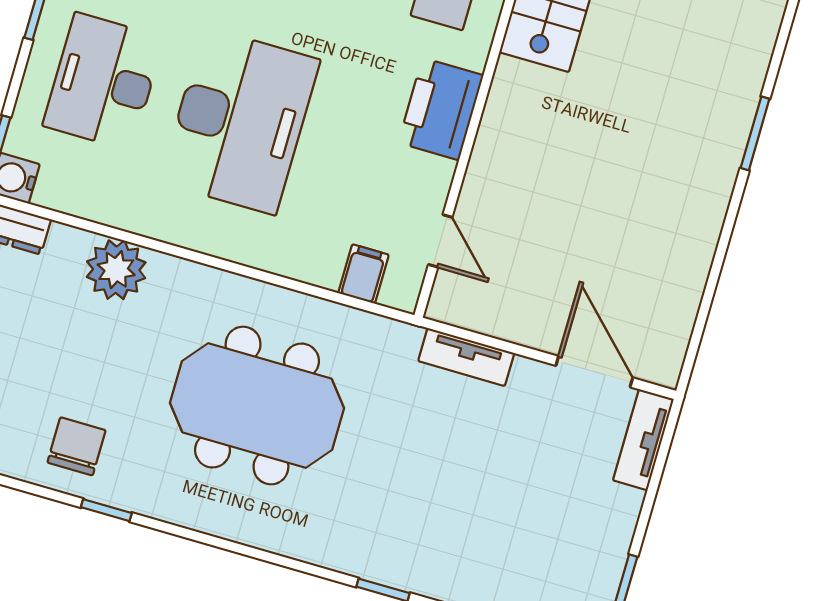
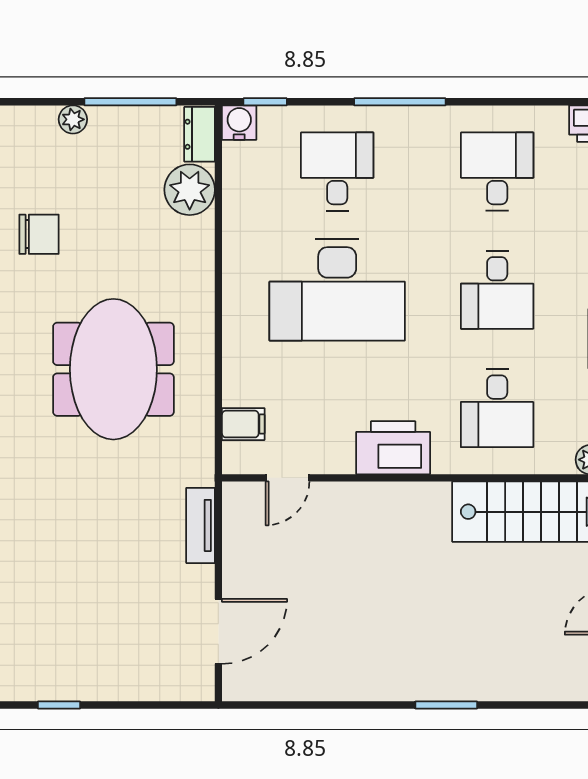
desk: (103, 82) -> (337, 172), width x0.73
plant: (116, 270) -> (190, 190), moved
tv unit: (643, 440) -> (175, 686), removed

